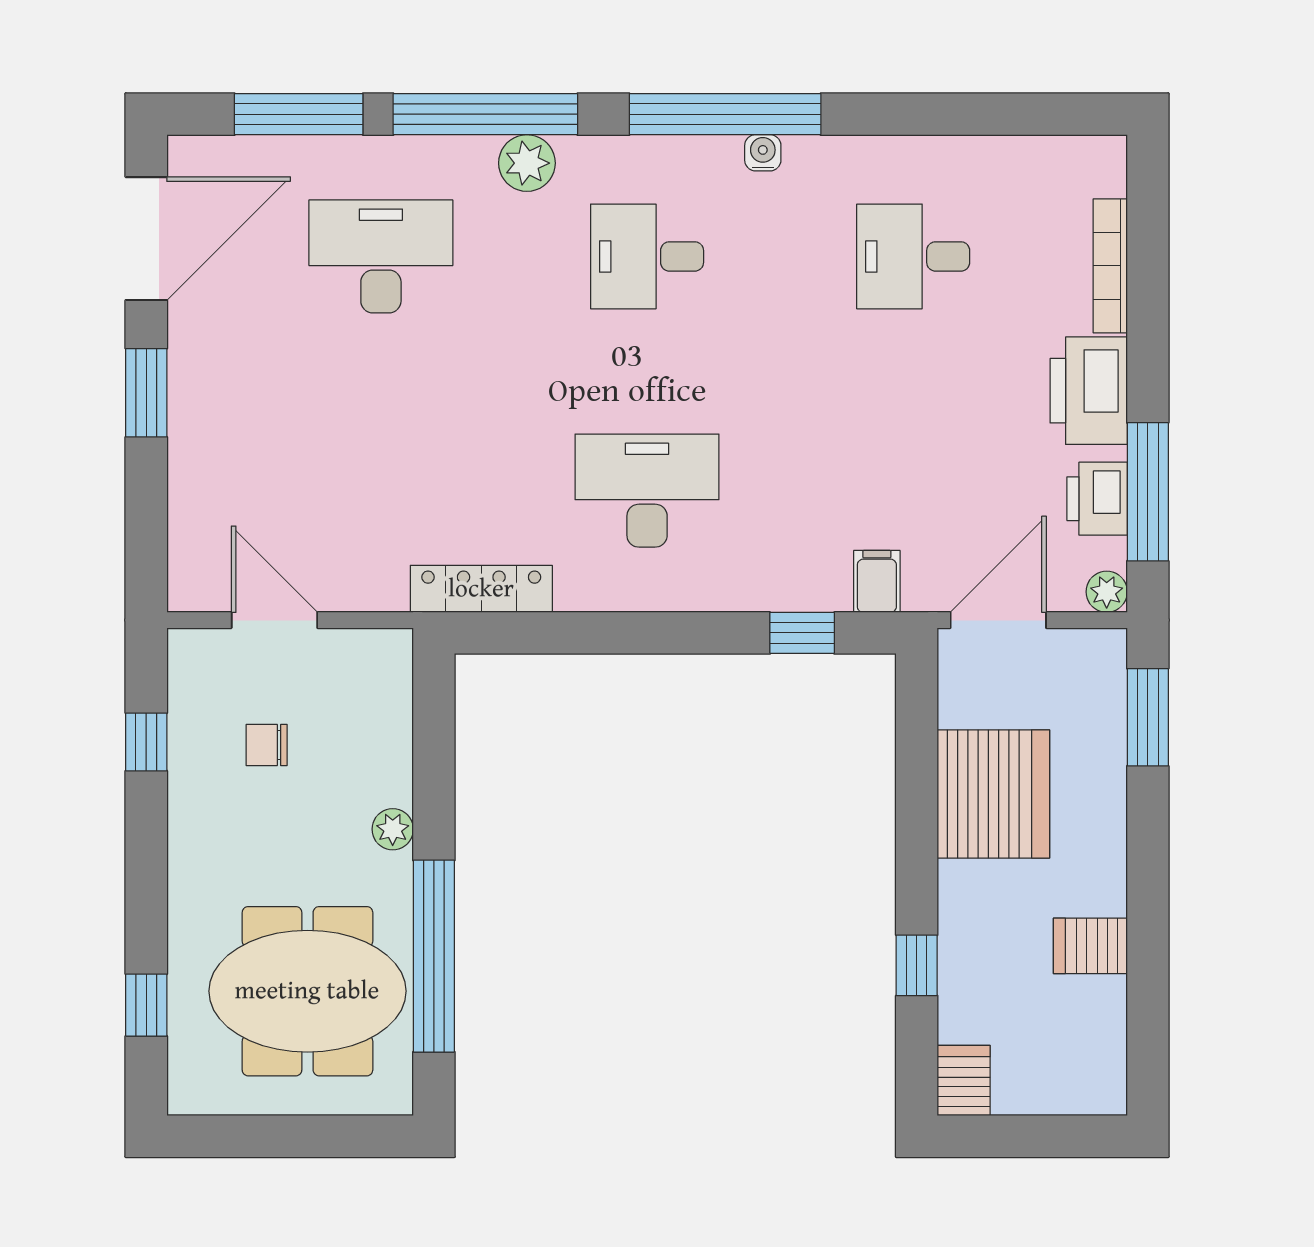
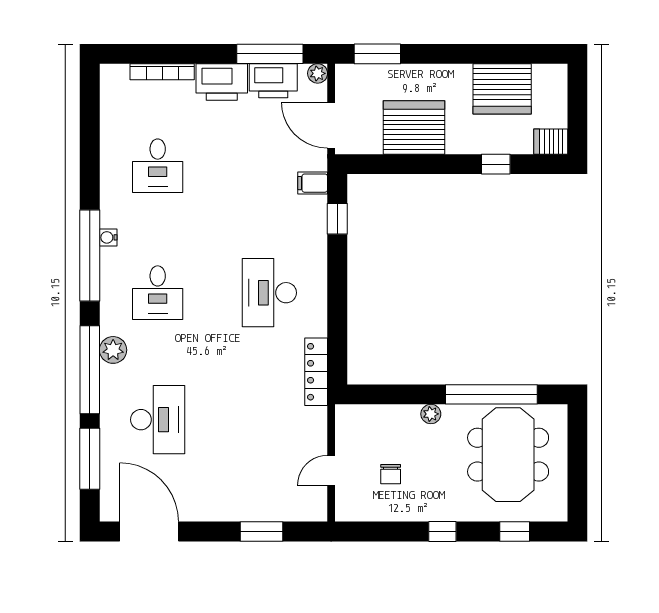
desk: (381, 256) -> (158, 420), turned 180
window: (146, 393) -> (262, 532), moved
printer: (1097, 499) -> (273, 81), width x1.37, depth x1.19
door: (274, 620) -> (331, 470), width x0.73
window: (146, 742) -> (442, 532), moved
server rack: (1090, 946) -> (502, 89), width x2.18, depth x1.44

